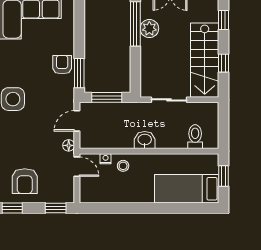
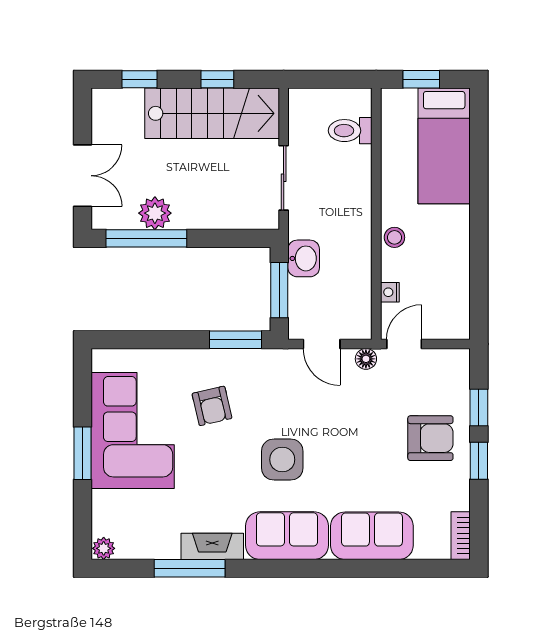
armchair: (62, 65) -> (212, 406), moved, turned -103
washbasin: (145, 140) -> (304, 258), moved, turned 180
stool: (123, 166) -> (394, 237), moved
window: (56, 208) -> (479, 407), moved

